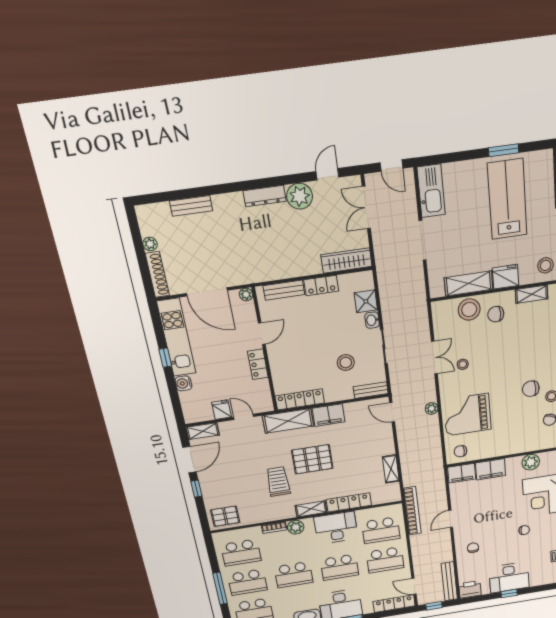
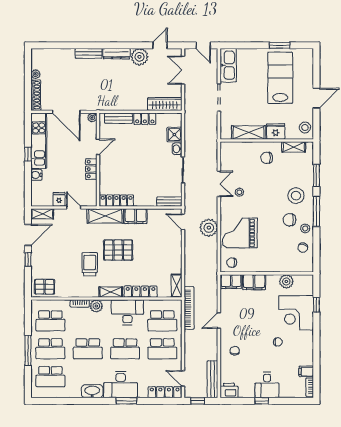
bench: (191, 206) -> (89, 53), moved
stool: (469, 310) -> (296, 196), moved
stool: (346, 362) -> (154, 177), removed
plant: (432, 408) -> (209, 228), width x1.87, depth x1.87
shelving: (391, 469) -> (177, 286), moved
desk: (509, 577) -> (267, 385), width x0.73

